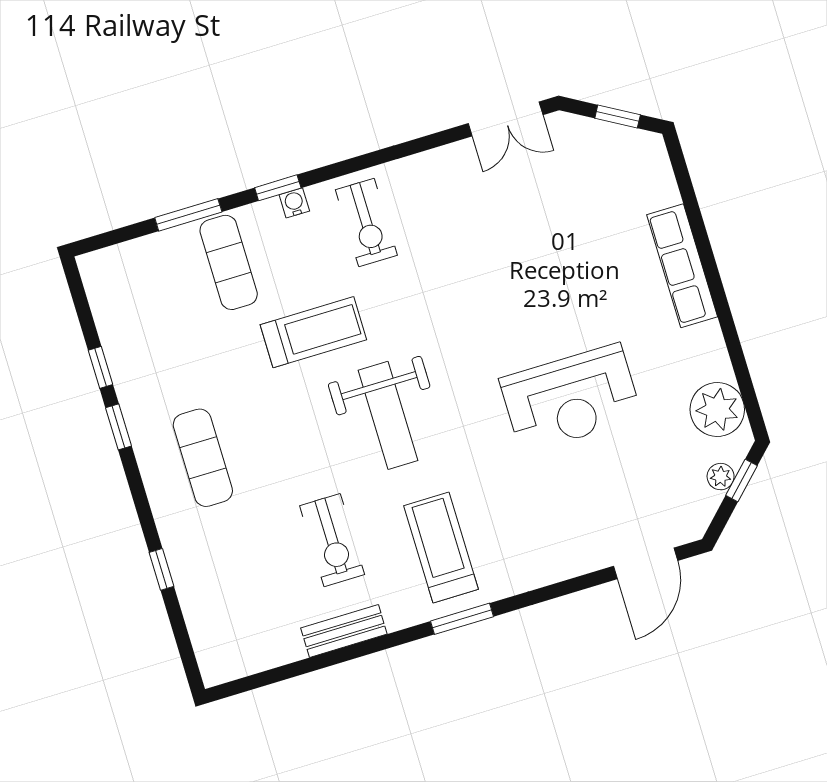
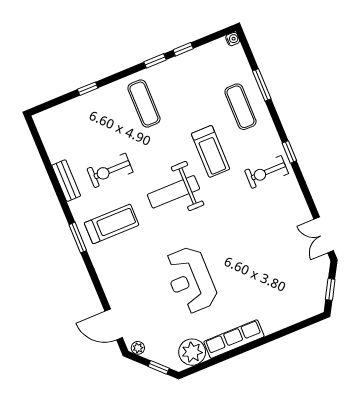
window: (278, 188) -> (289, 152), moved
water cooler: (294, 203) -> (233, 39), moved
exercise mat: (229, 262) -> (240, 107), turned 90
row of seats: (682, 266) -> (234, 339), moved
exercise mat: (203, 458) -> (144, 103), turned 90
plant: (721, 477) -> (138, 348), moved

